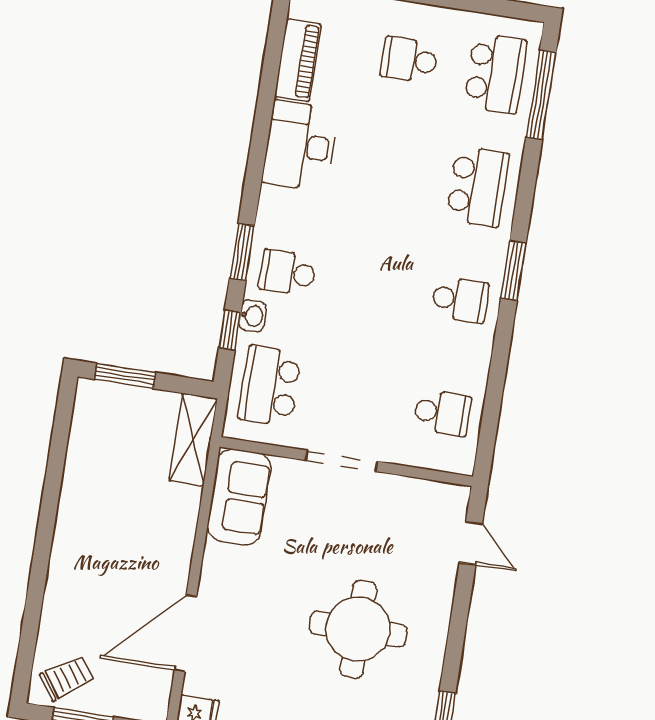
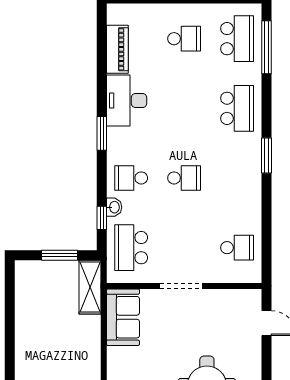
school desk: (409, 60) -> (184, 39), turned 180
window: (242, 252) -> (102, 133), moved
school desk: (460, 300) -> (184, 178), moved
window: (125, 376) -> (59, 255), moved

